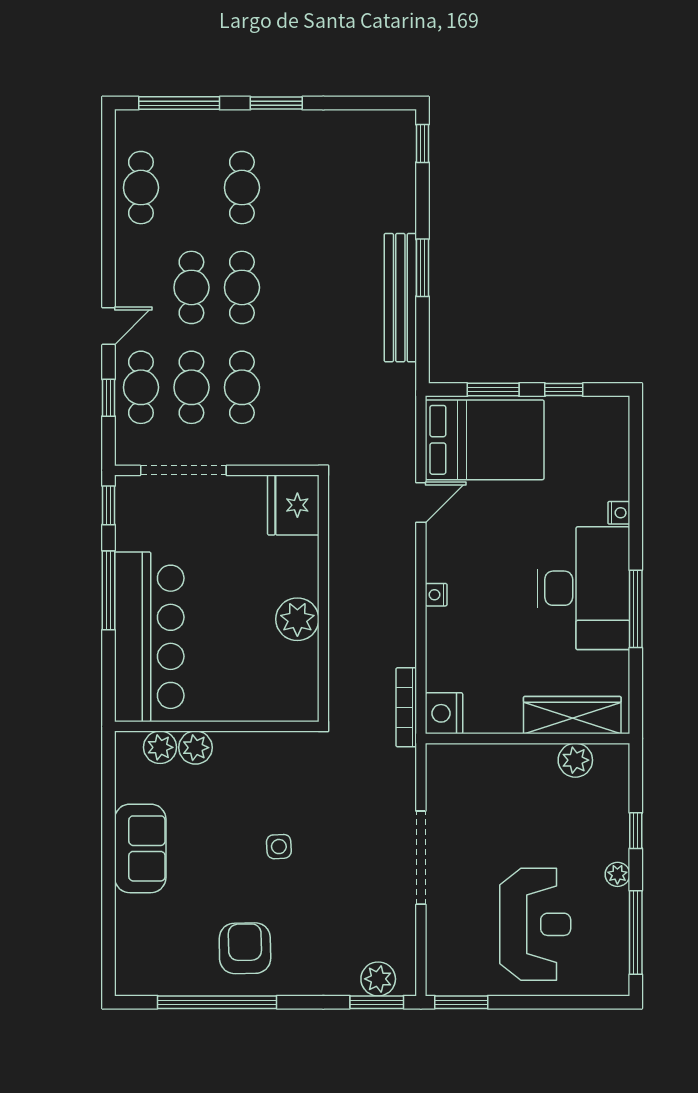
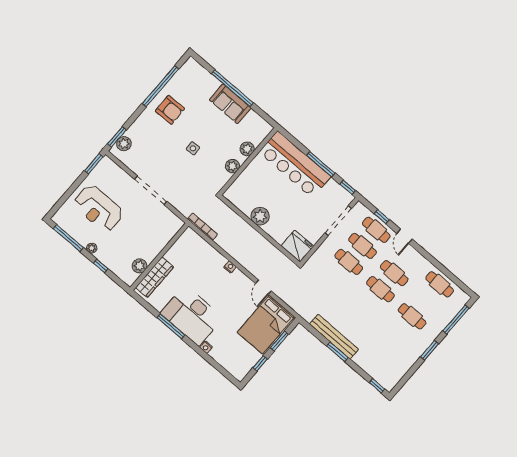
nightstand: (444, 713) -> (190, 237), removed
plant: (160, 747) -> (232, 166), moved
window: (108, 869) -> (232, 88), added

